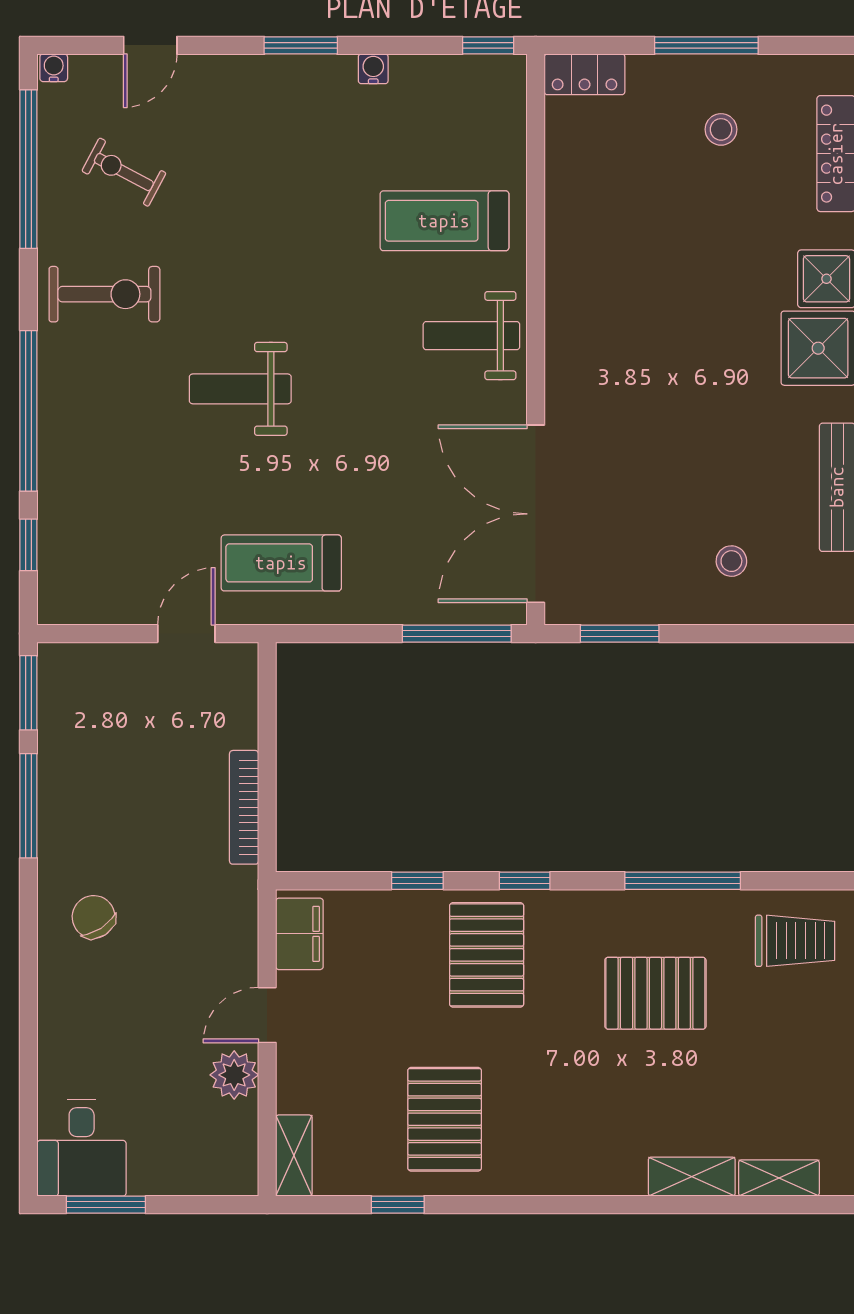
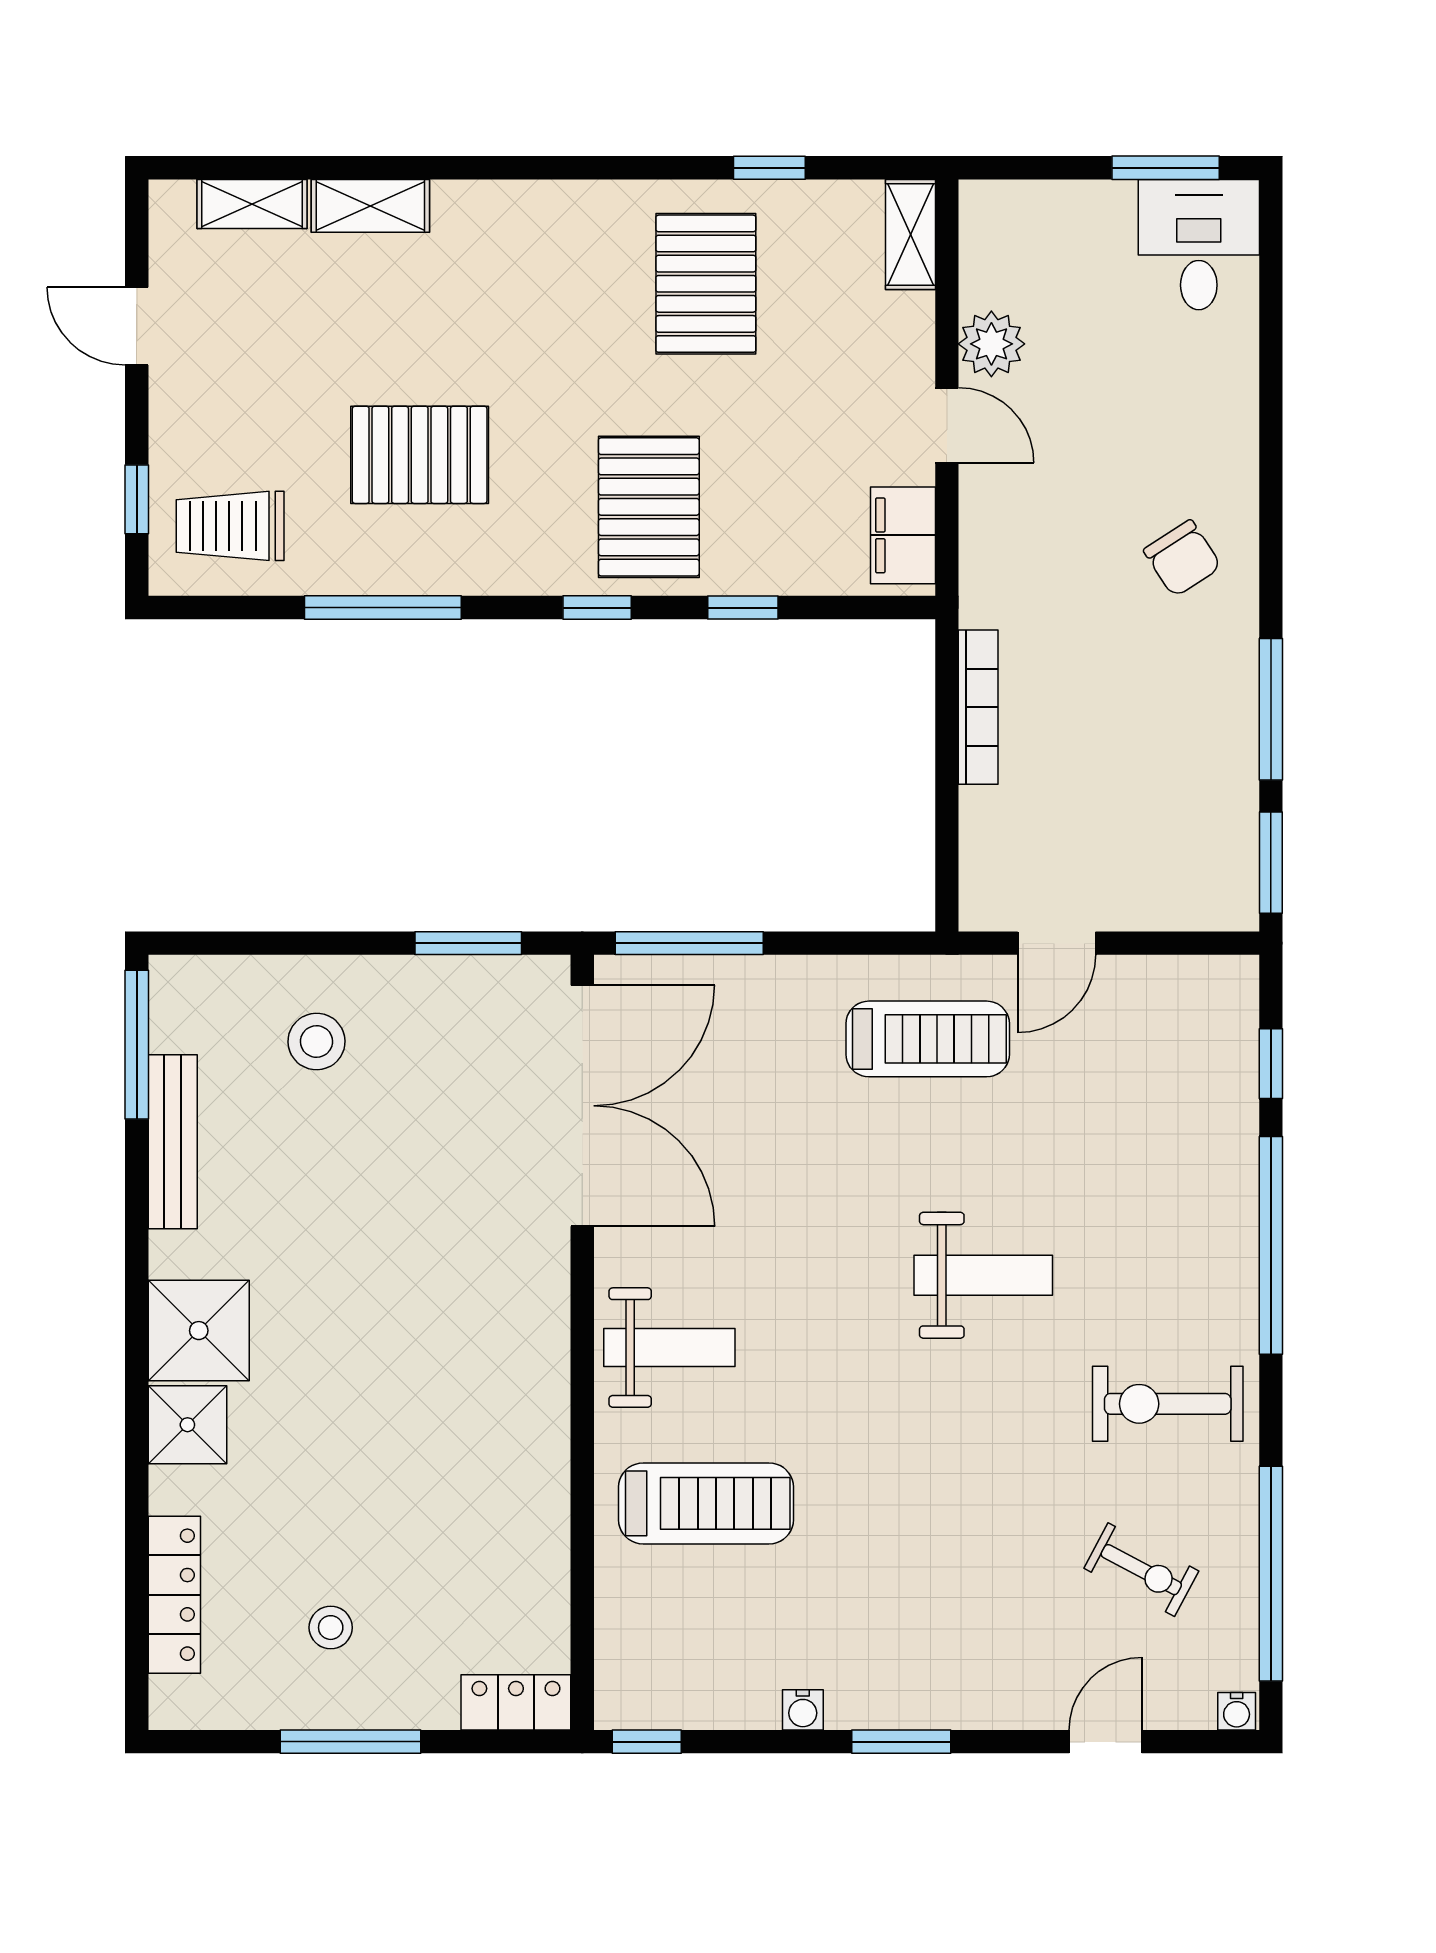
stool: (731, 561) -> (317, 1041), width x1.37, depth x1.37
door: (267, 1015) -> (947, 425), hinge flipped

